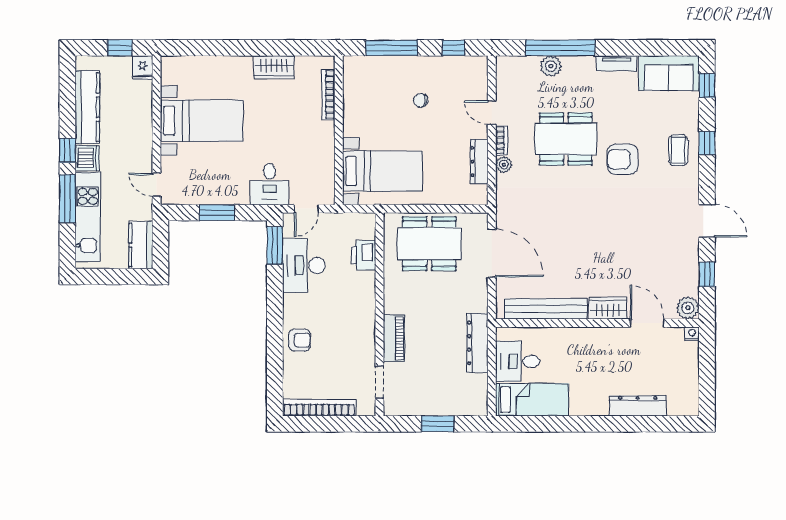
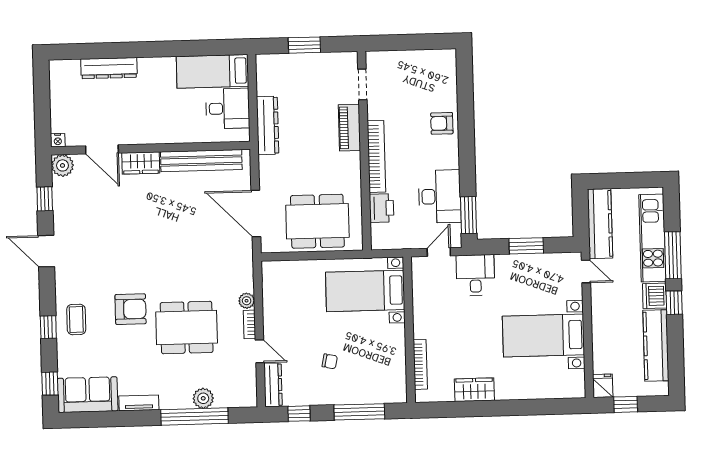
dresser: (479, 162) -> (273, 385), moved
kitchen counter: (141, 245) -> (600, 224), width x1.50
bookcase: (319, 408) -> (376, 156), moved, turned -90

